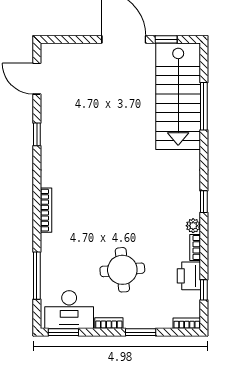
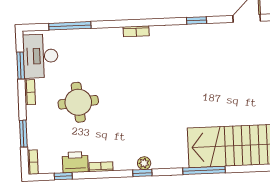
window: (204, 106) -> (204, 170), moved
bookcase: (46, 210) -> (136, 31), width x0.64
plant: (193, 226) -> (144, 163), moved
window: (63, 332) -> (21, 65), moved
window: (141, 332) -> (23, 134), moved

